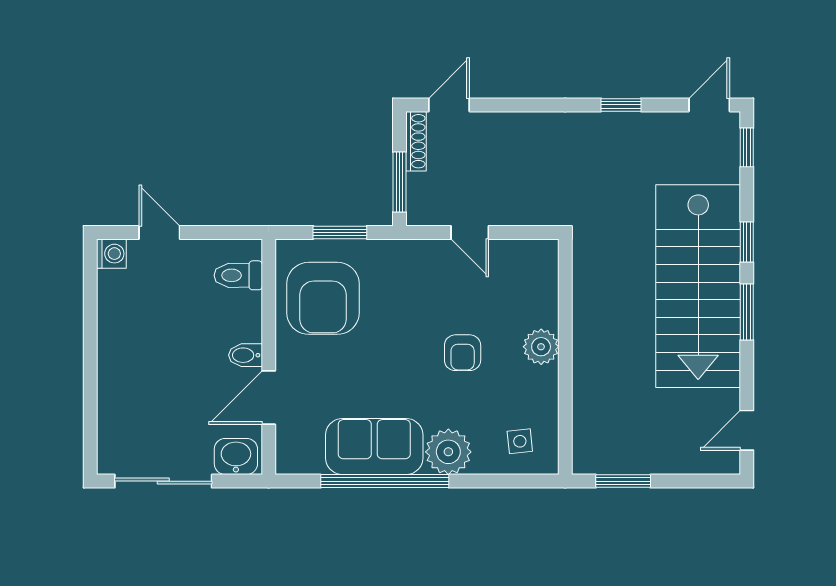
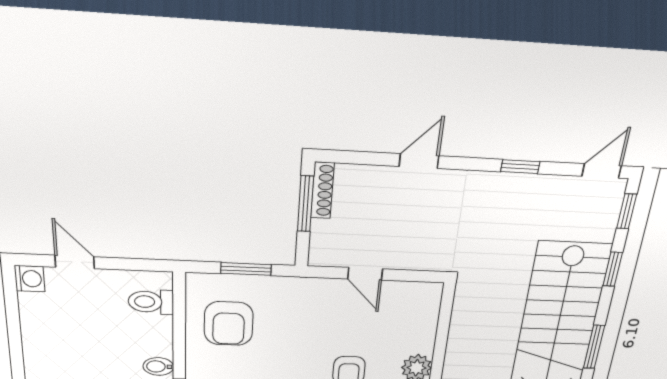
door: (449, 105) -> (419, 161), moved
window: (399, 182) -> (306, 204), moved
window: (747, 242) -> (613, 269), moved
armchair: (323, 298) -> (229, 324), width x0.73, depth x0.73

